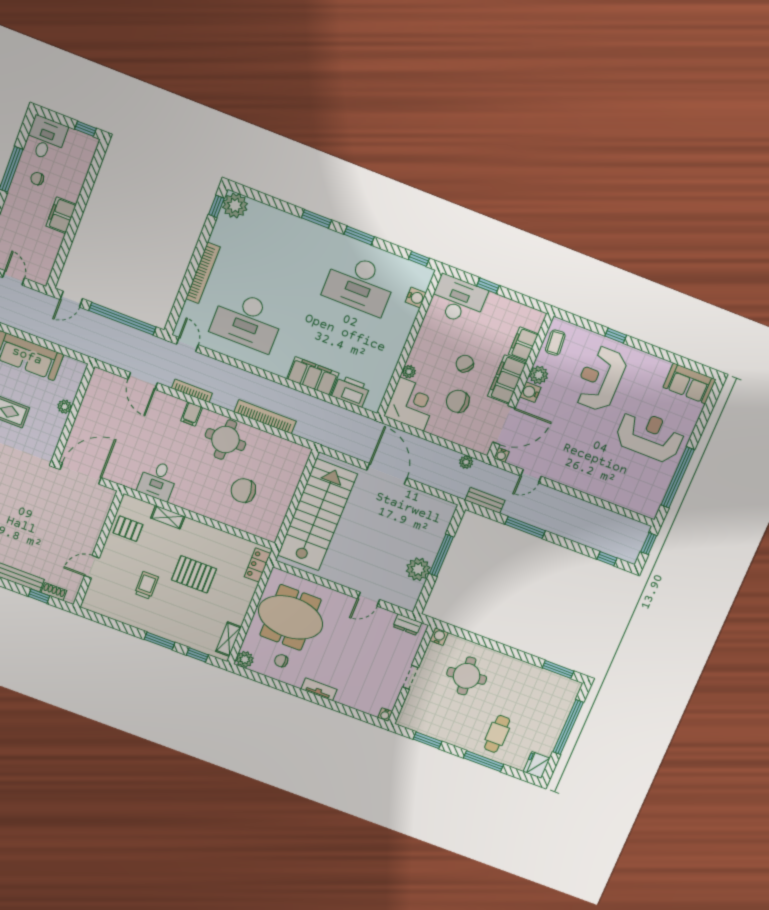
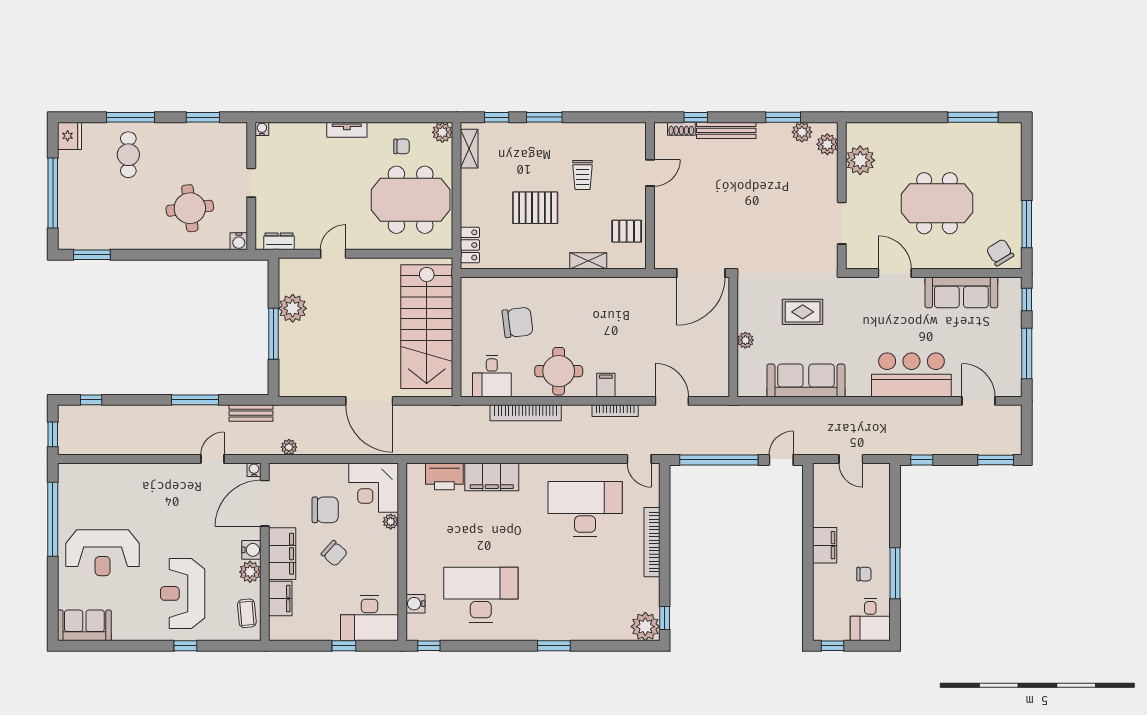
window: (359, 235) -> (502, 646), removed
reception desk: (600, 379) -> (183, 593), turned 180
desk: (158, 480) -> (492, 376), moved, turned 180

